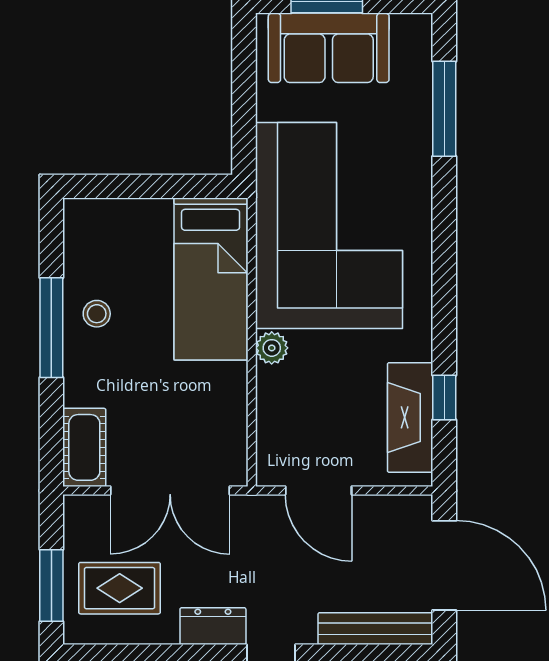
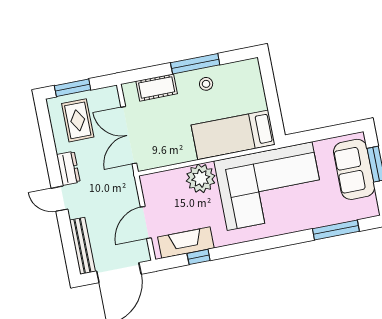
plant: (272, 348) -> (201, 178), width x1.88, depth x1.88
cot: (84, 447) -> (157, 87), moved
door: (318, 491) -> (146, 223), moved

